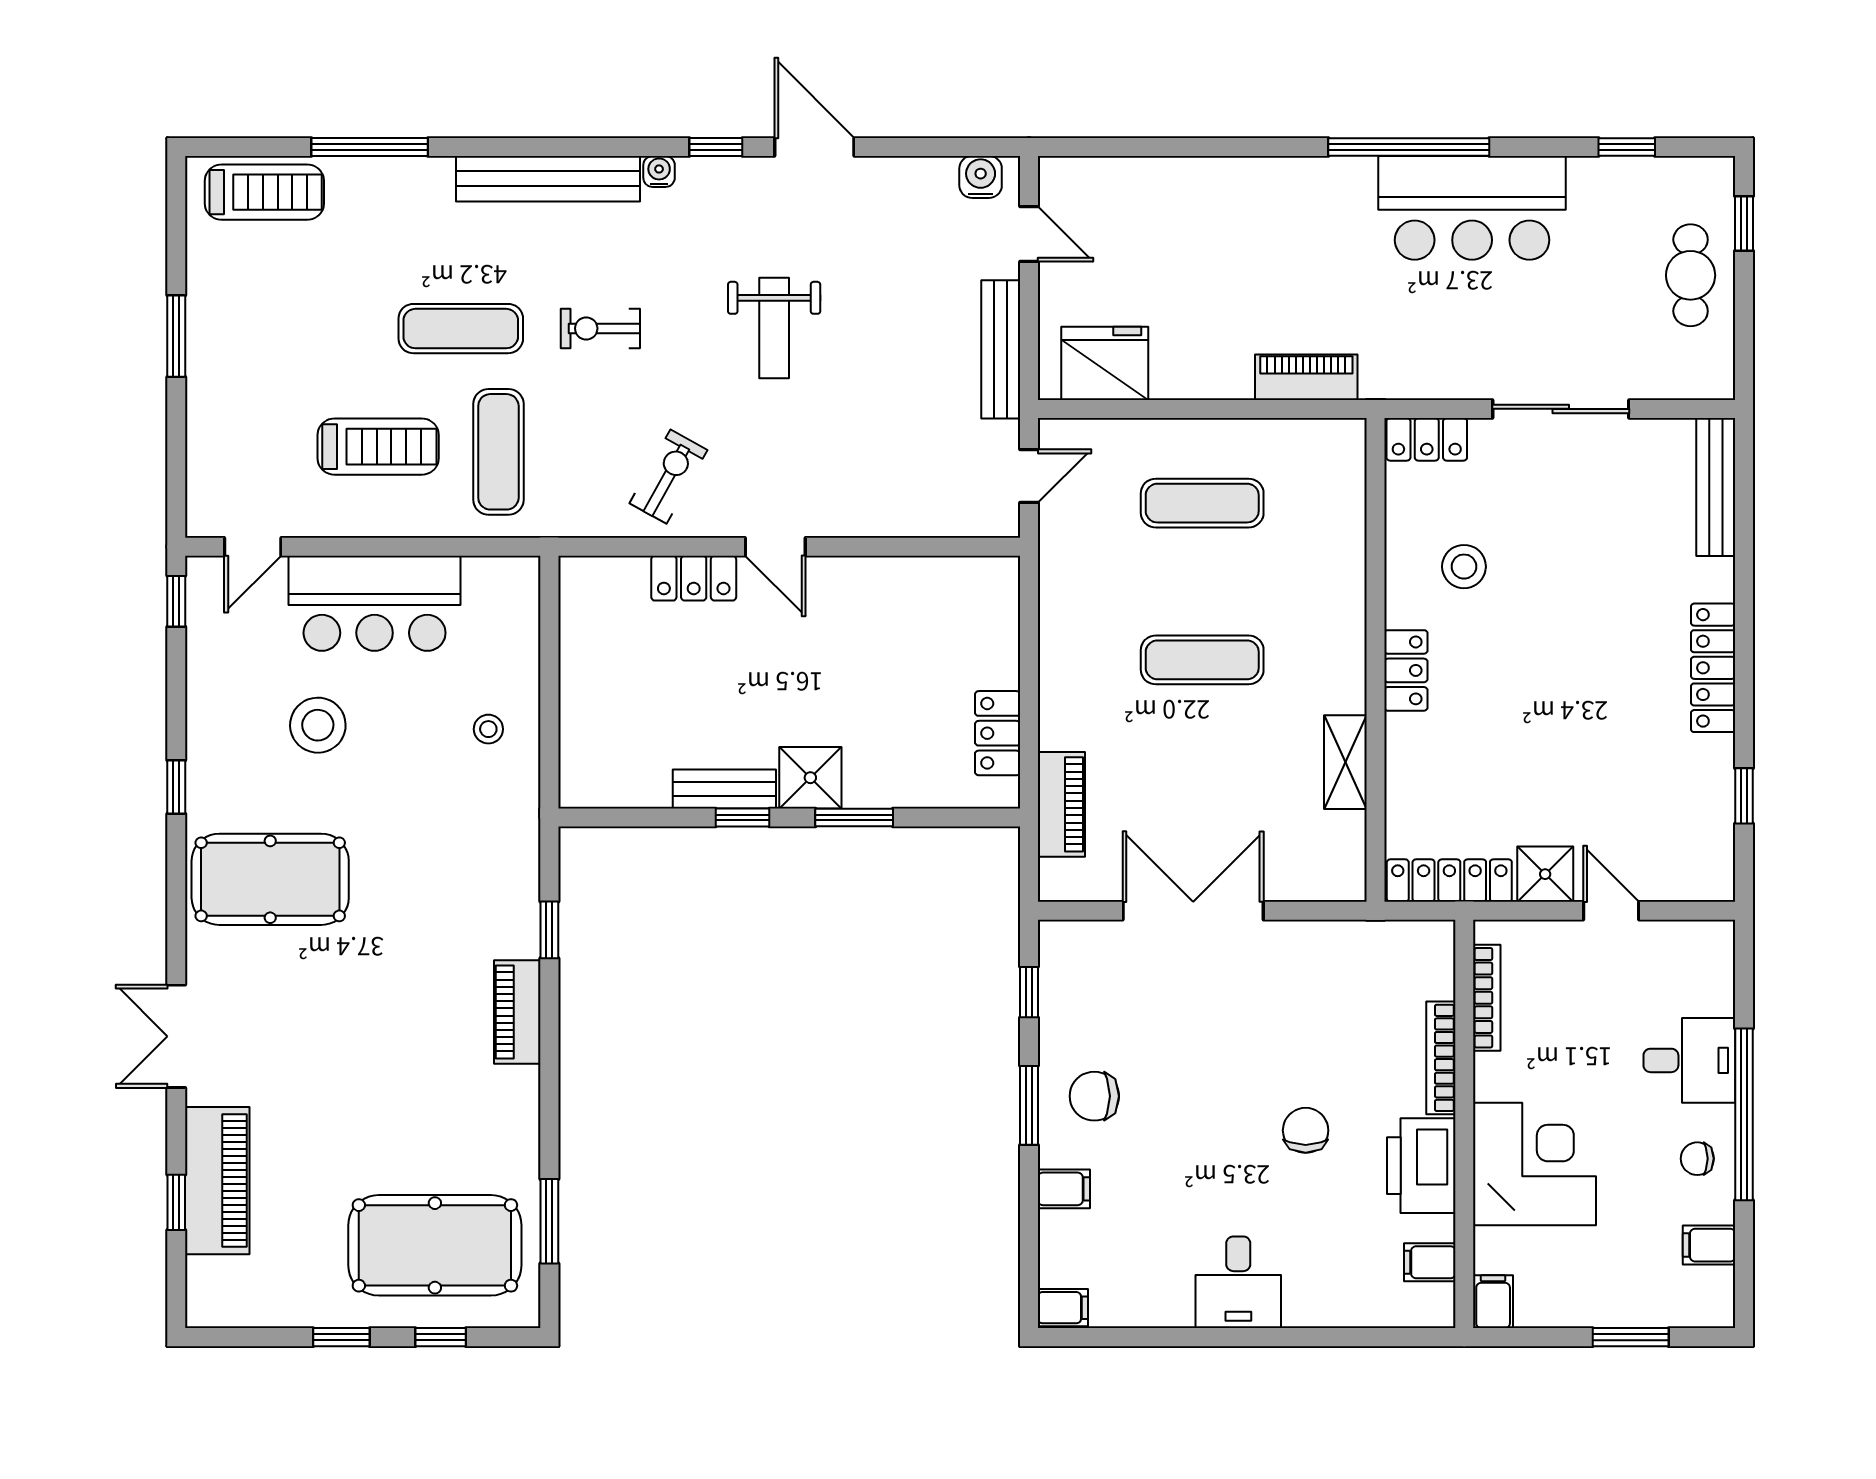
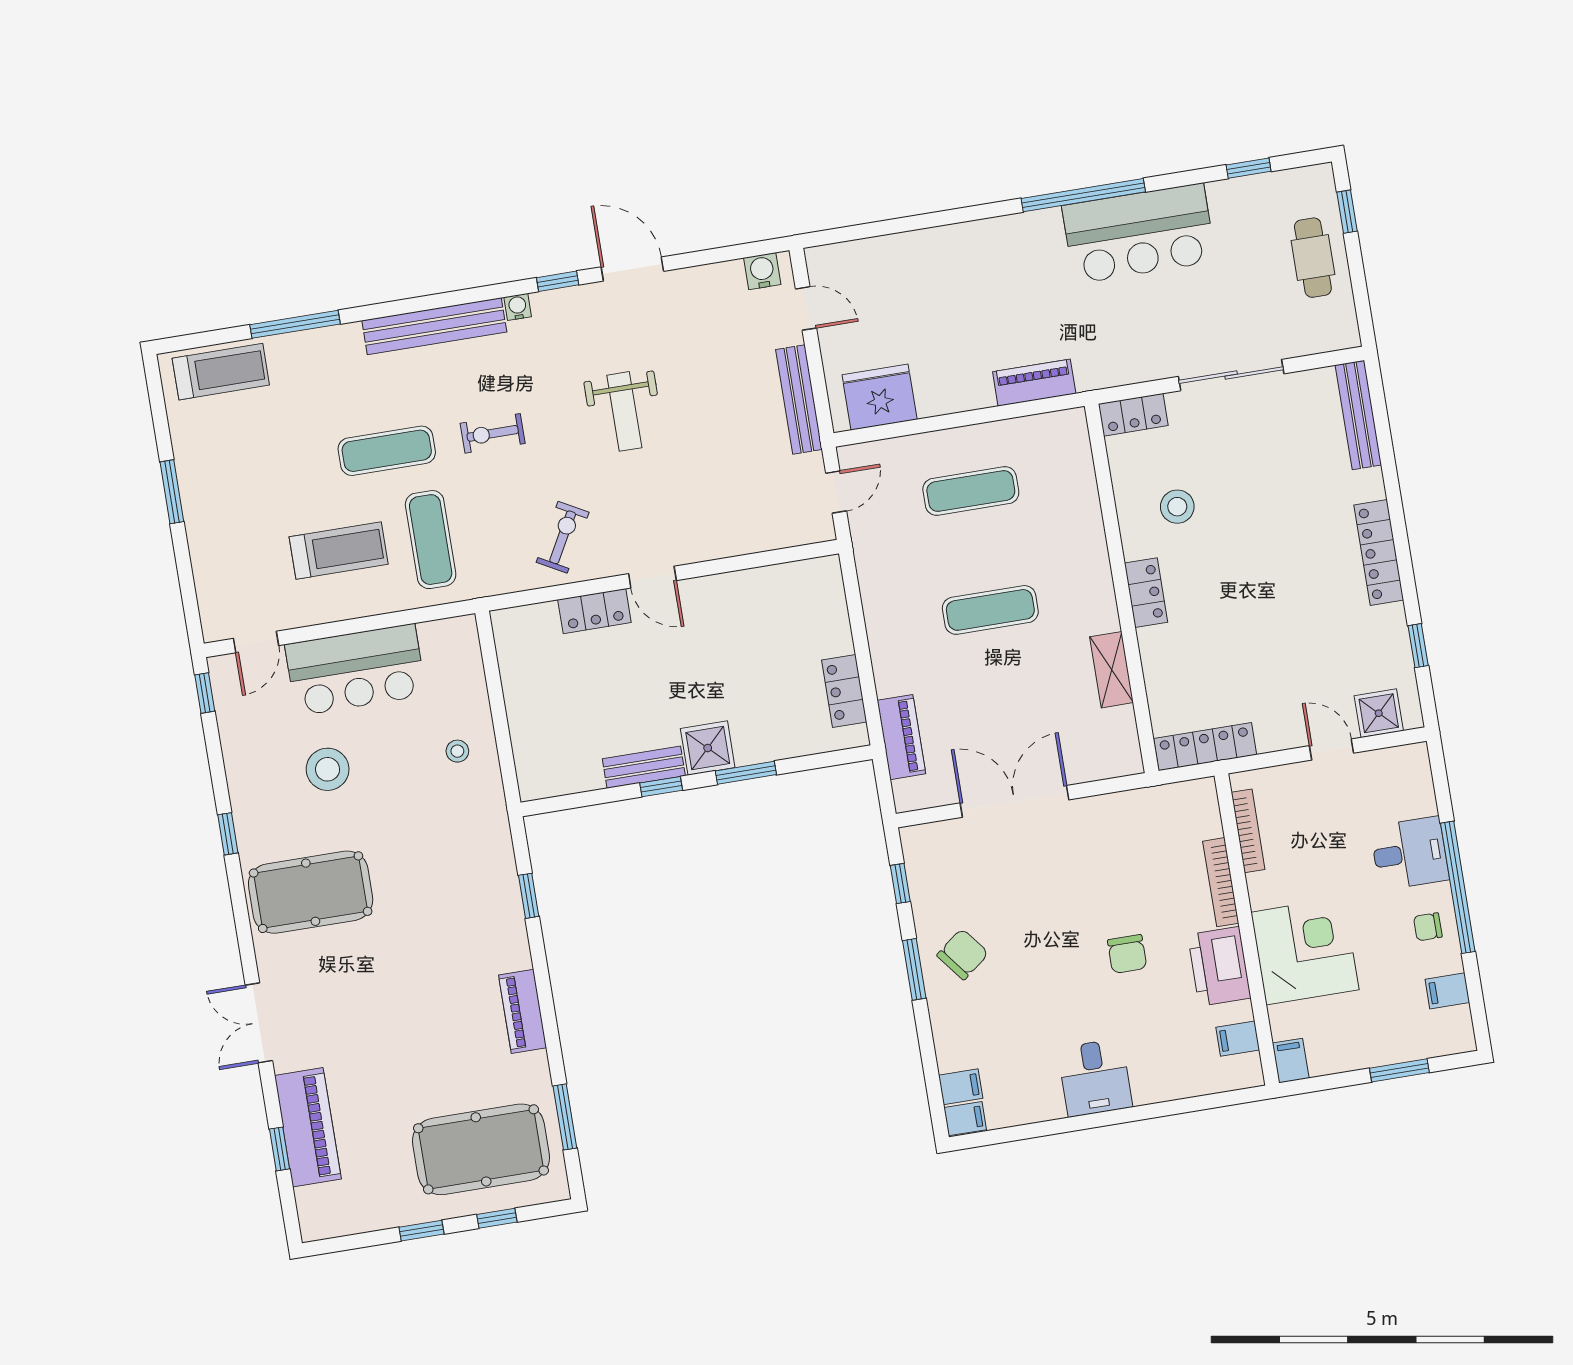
shower: (1545, 874) -> (1379, 713), moved
piano: (517, 1012) -> (523, 1011), moved
chair: (1094, 1096) -> (963, 954), turned 142
chair: (1306, 1130) -> (1127, 954), turned 180
filing cabinet: (1064, 1189) -> (961, 1087), moved

